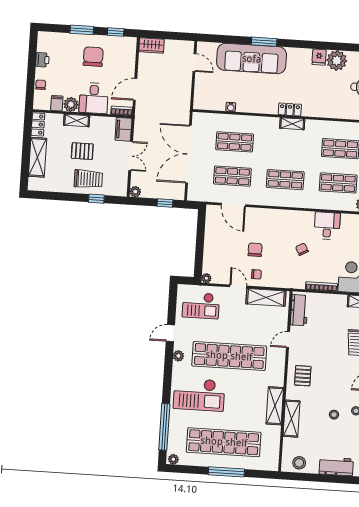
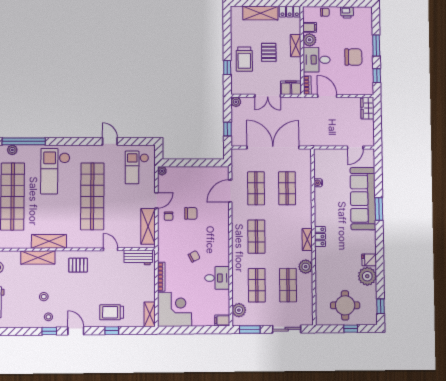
plant: (322, 128) -> (306, 267), added
plant: (178, 356) -> (12, 150), moved

